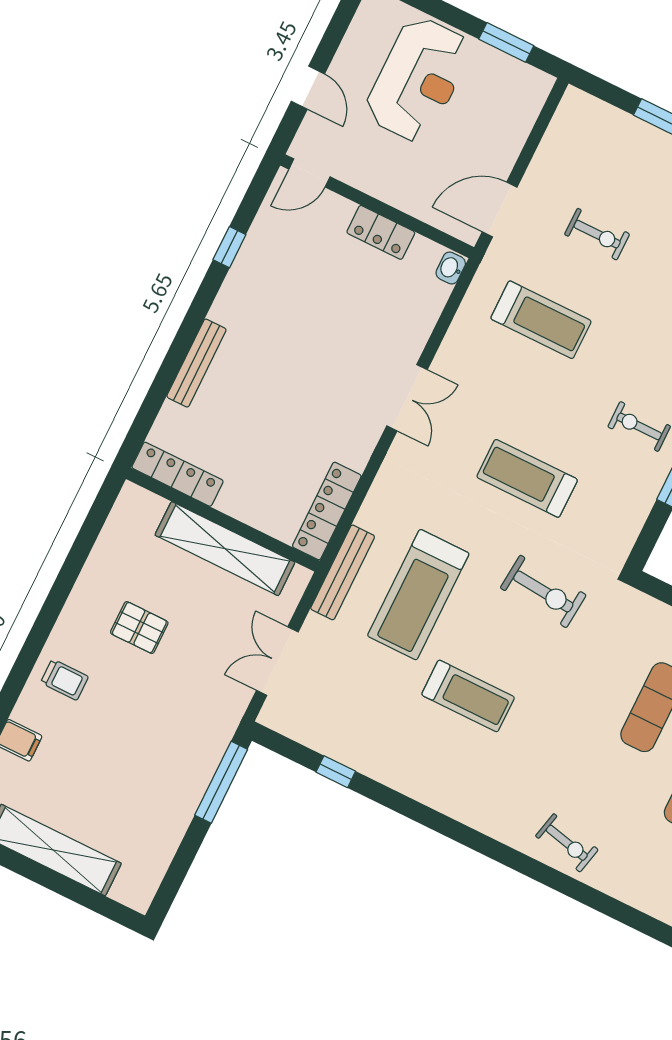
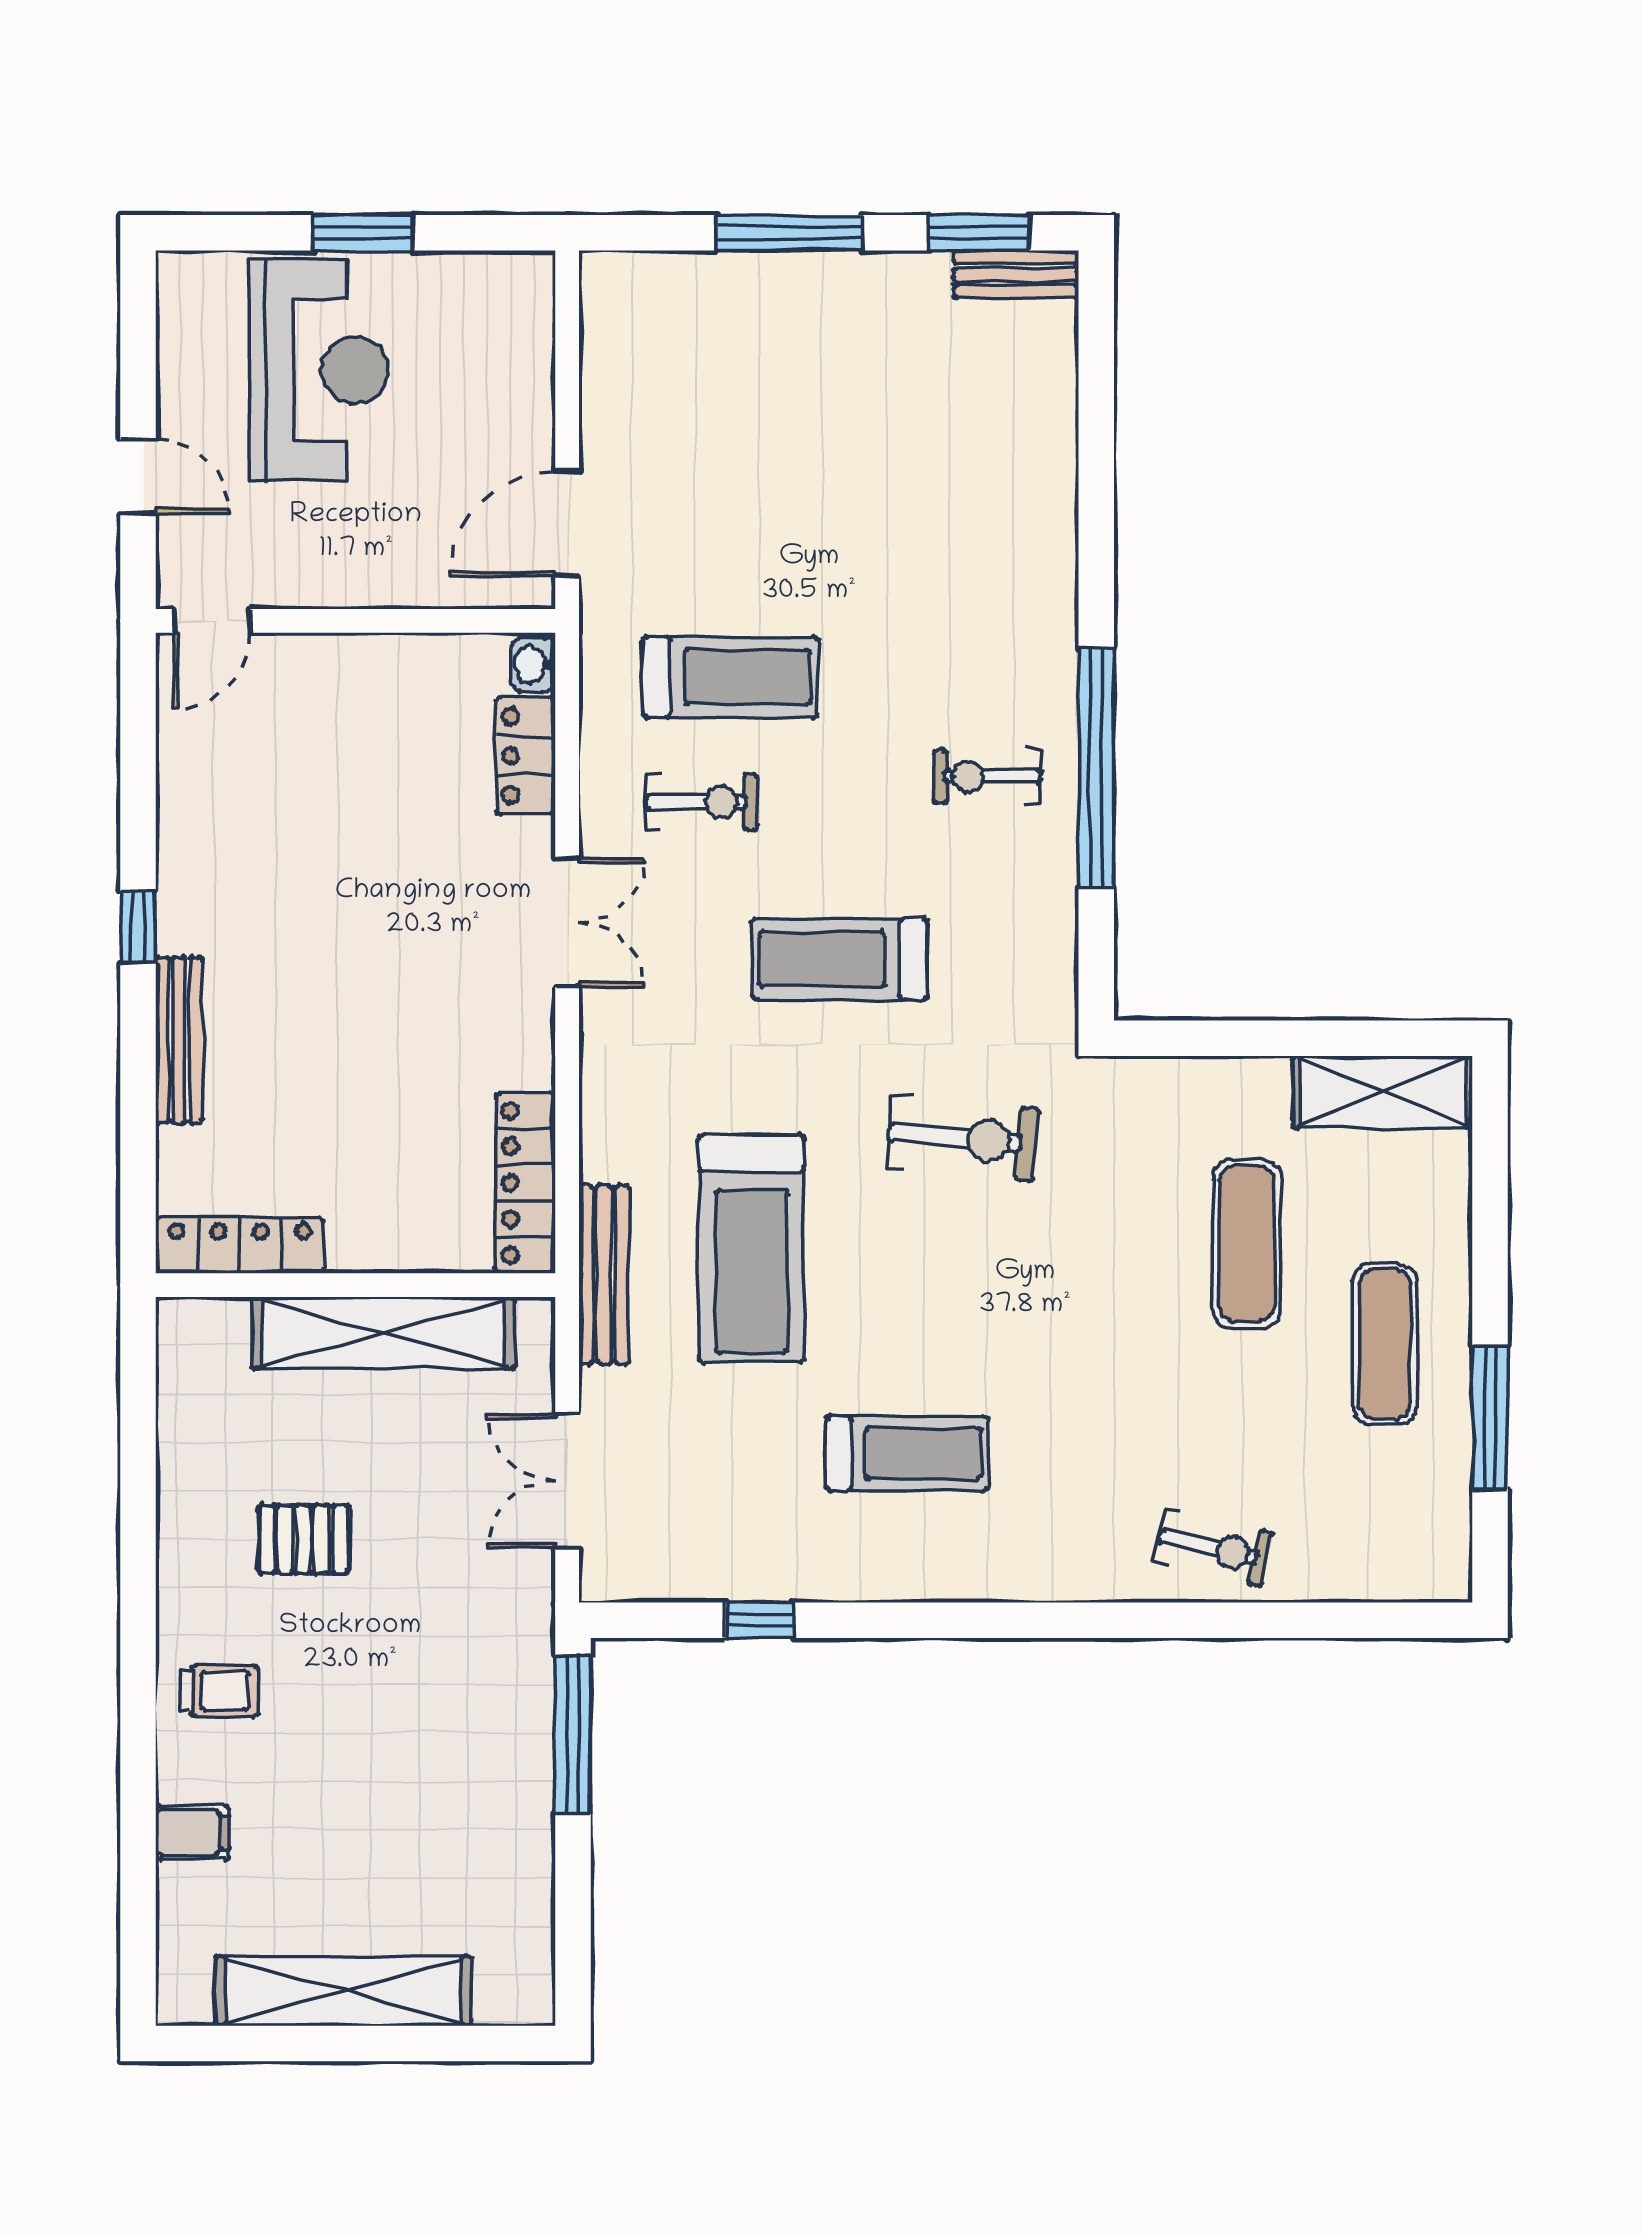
window: (506, 42) -> (363, 233), moved
locker: (381, 232) -> (526, 756), moved, turned 90
exercise bike: (597, 234) -> (701, 802), moved
window: (229, 247) -> (138, 927), moved
treadmill: (468, 696) -> (907, 1453), moved

